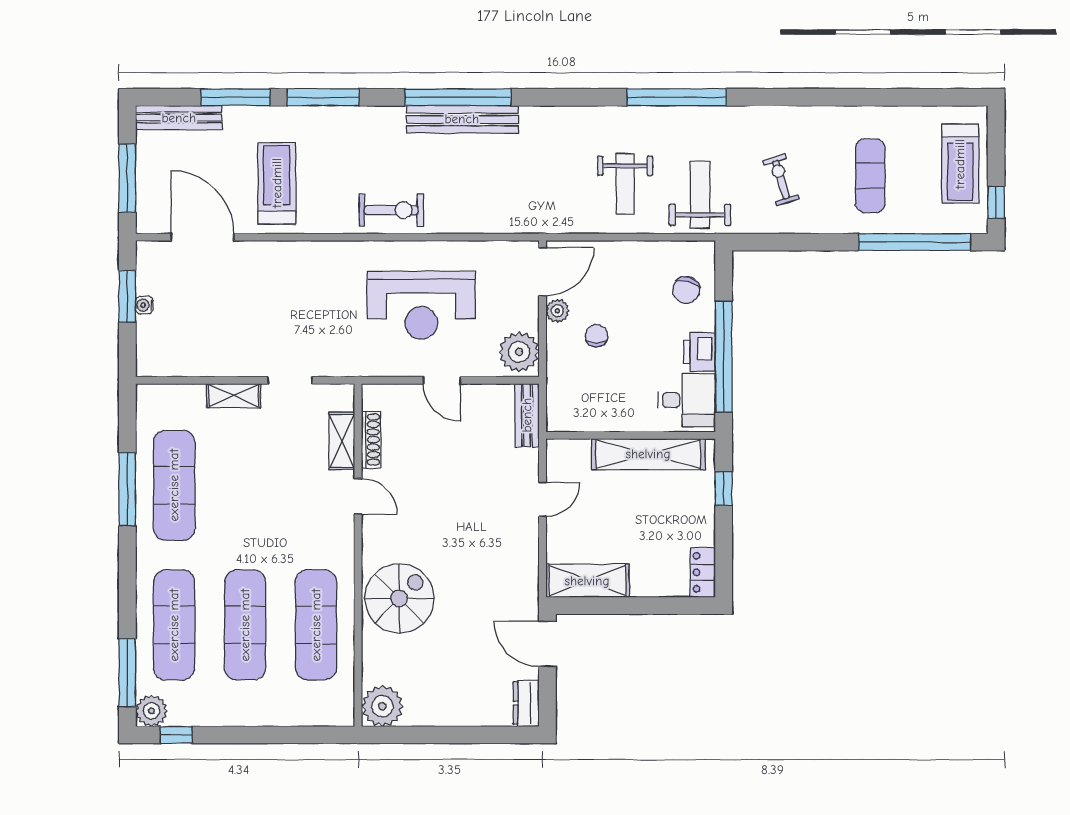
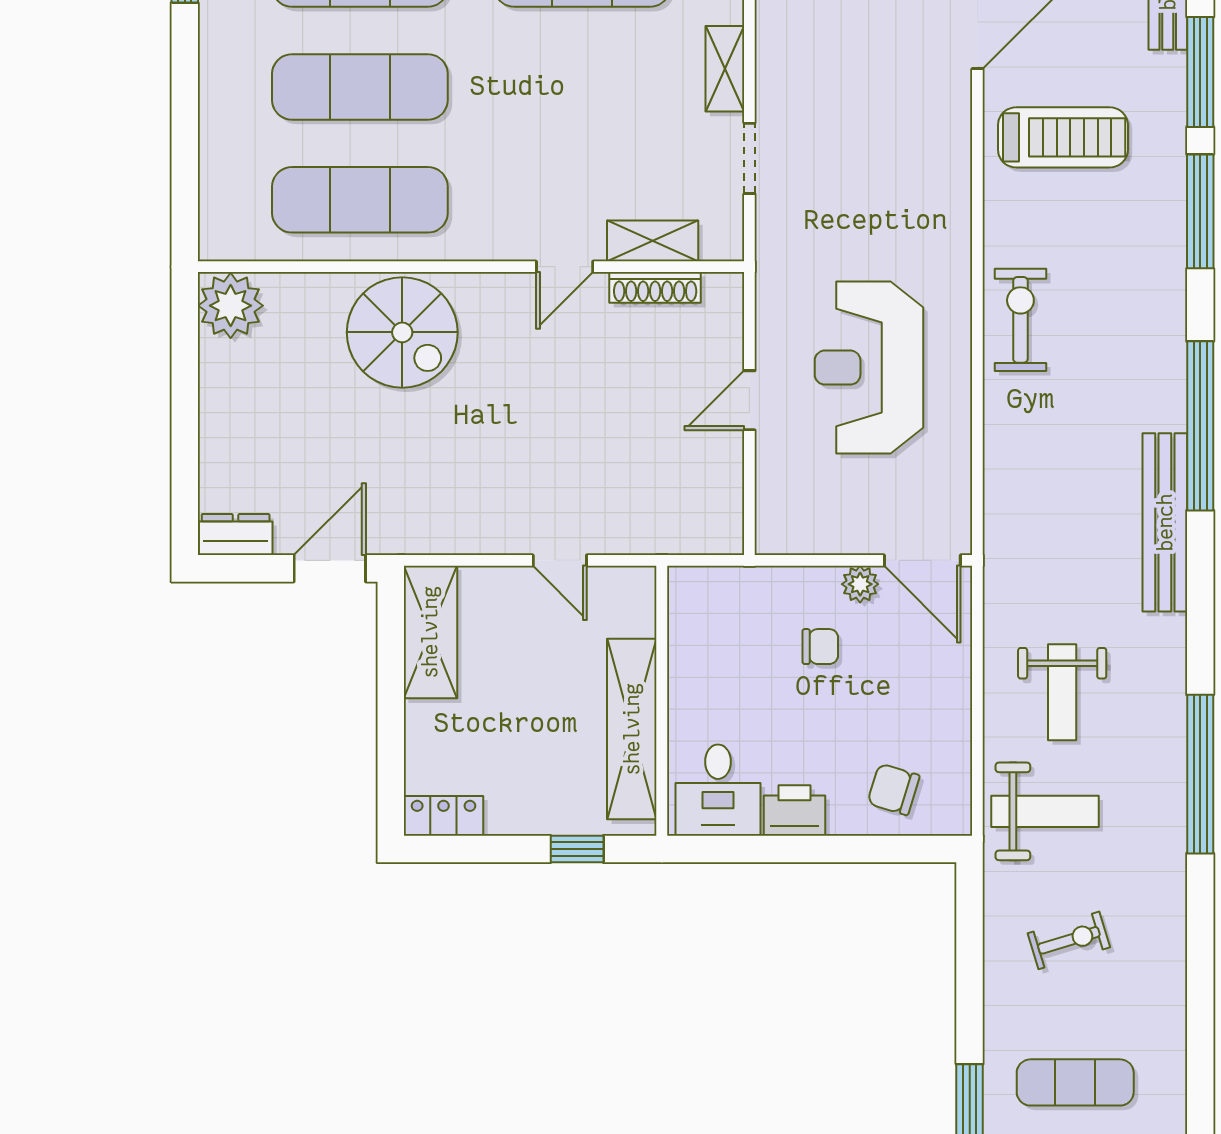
bench: (462, 119) -> (1165, 522), moved
weight bench: (625, 184) -> (1062, 692), turned -90
exercise bike: (391, 210) -> (1020, 320), turned 180
plant: (519, 352) -> (795, 523), removed
window: (724, 357) -> (787, 849), removed
bench: (527, 415) -> (694, 536), removed

